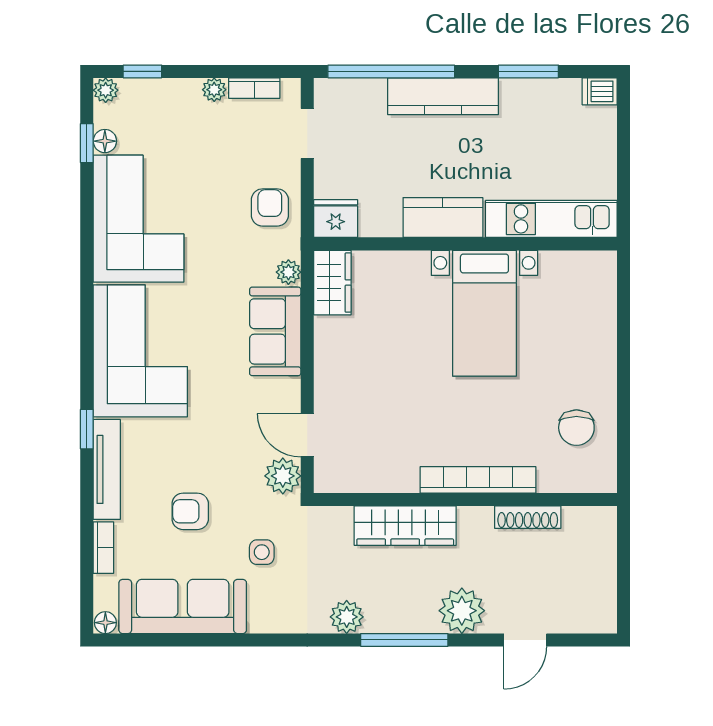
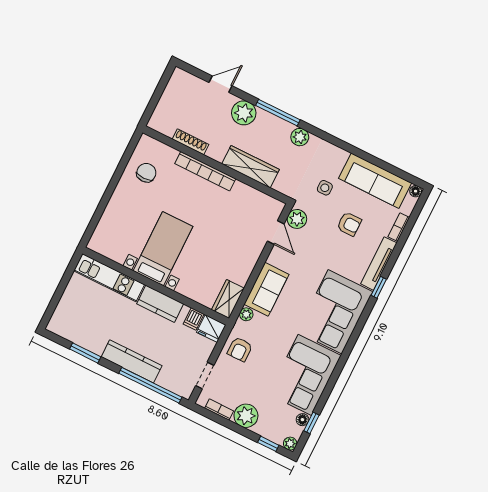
plant: (214, 90) -> (246, 416), width x1.87, depth x1.87
dishwasher: (600, 91) -> (194, 319), moved, turned 90

